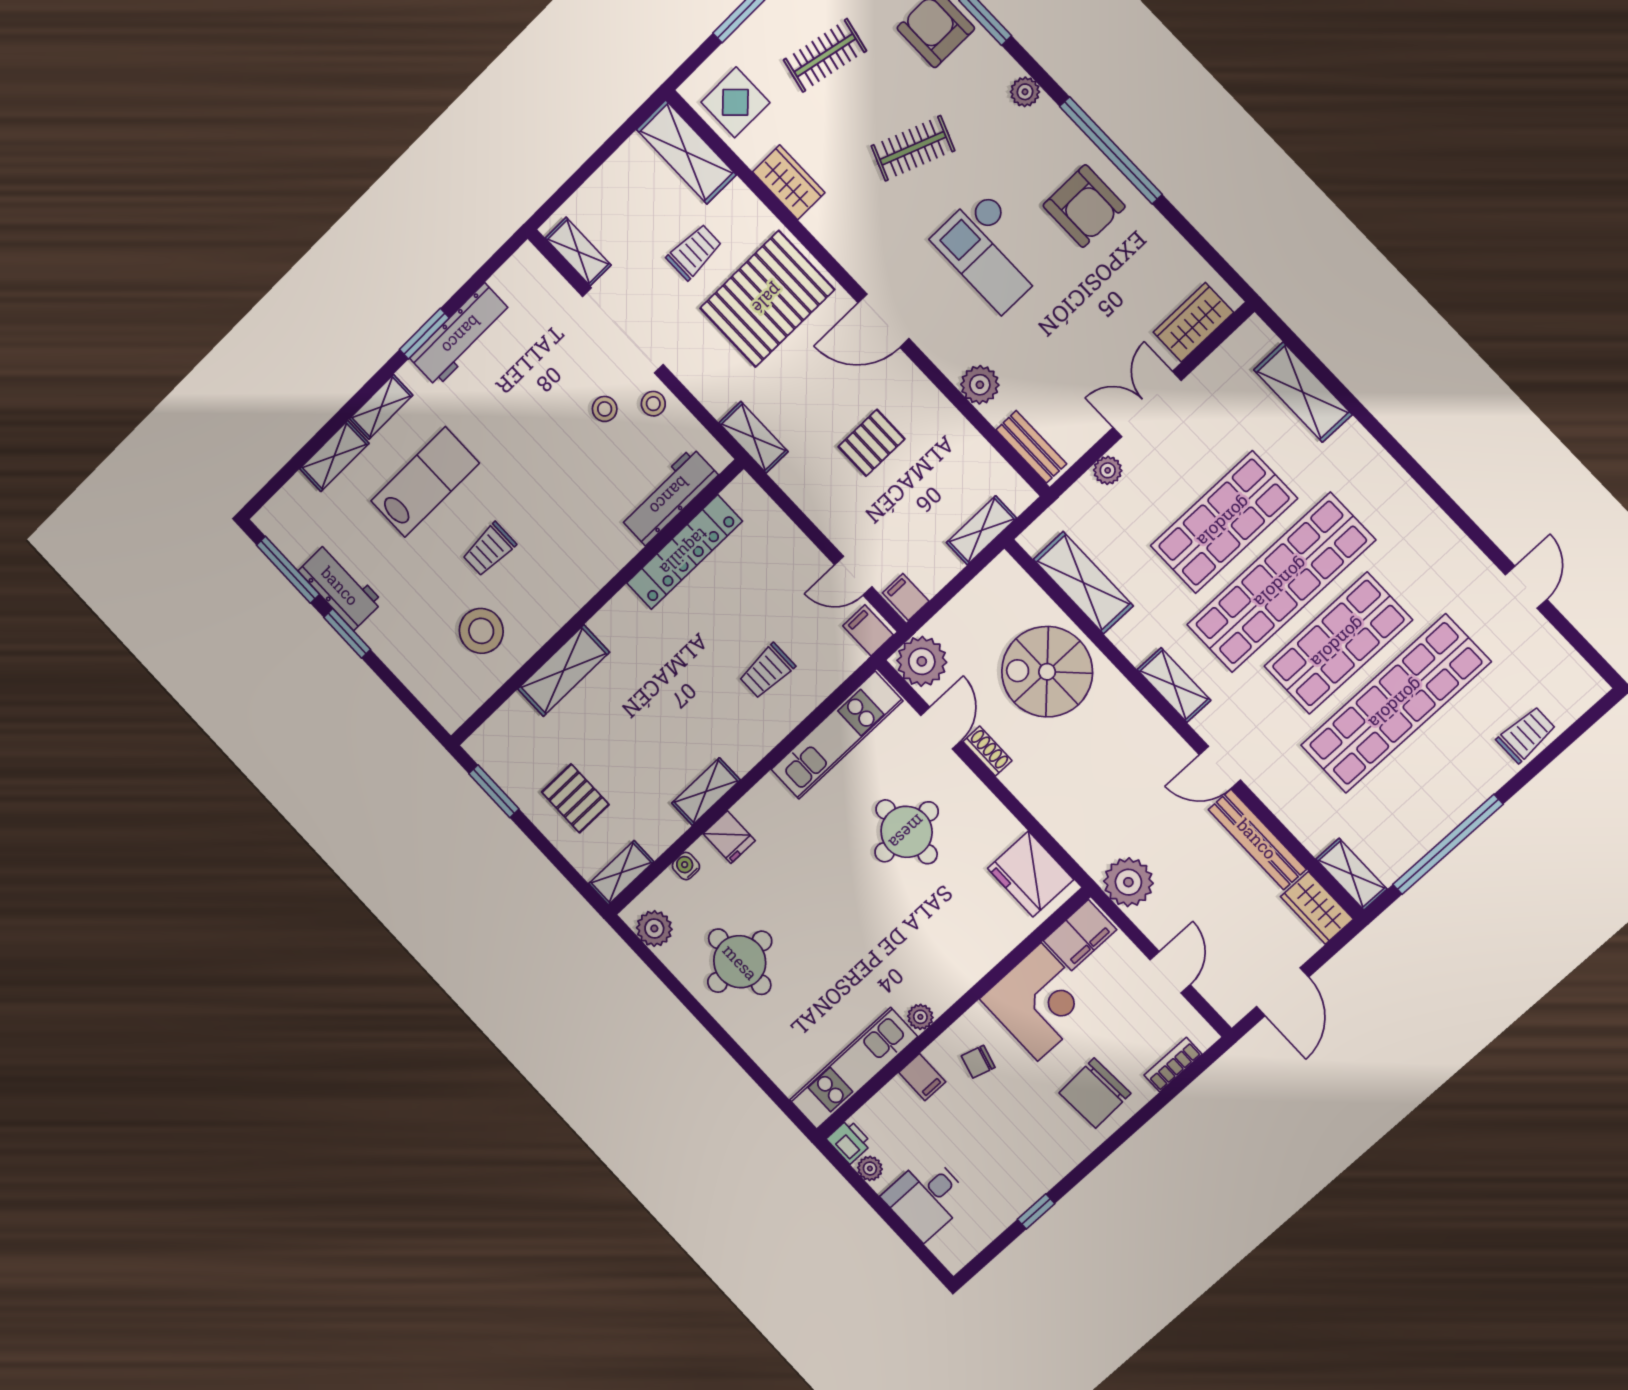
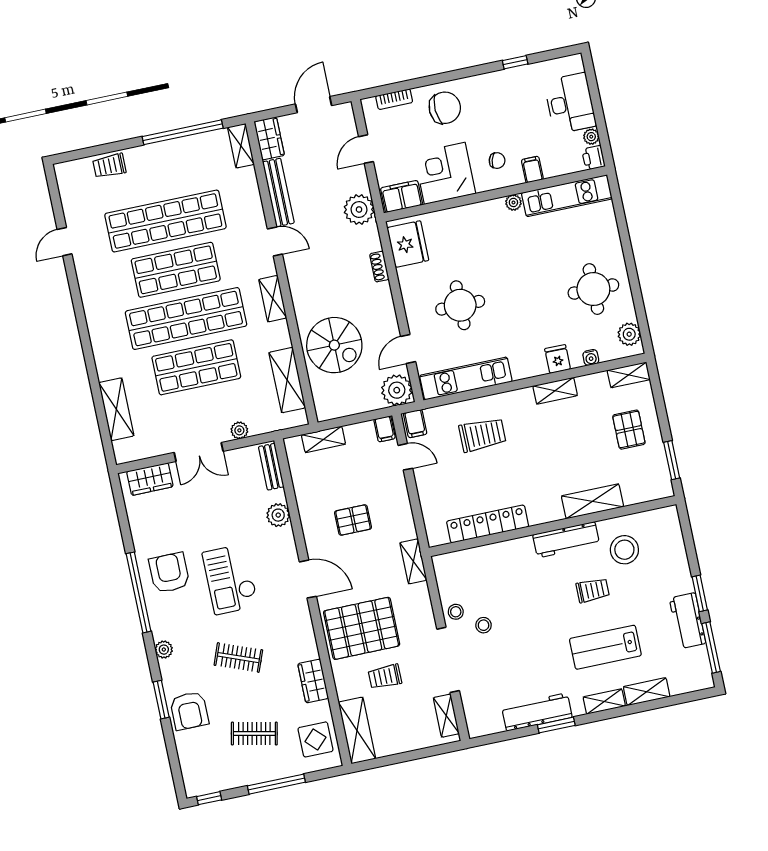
checkout: (992, 252) -> (230, 579), turned 180
workbench: (669, 496) -> (566, 540), moved
trolley: (767, 671) -> (482, 435), width x1.36, depth x1.39
shoe rack: (987, 751) -> (379, 267), moved
desk: (926, 1198) -> (570, 103), width x1.37

